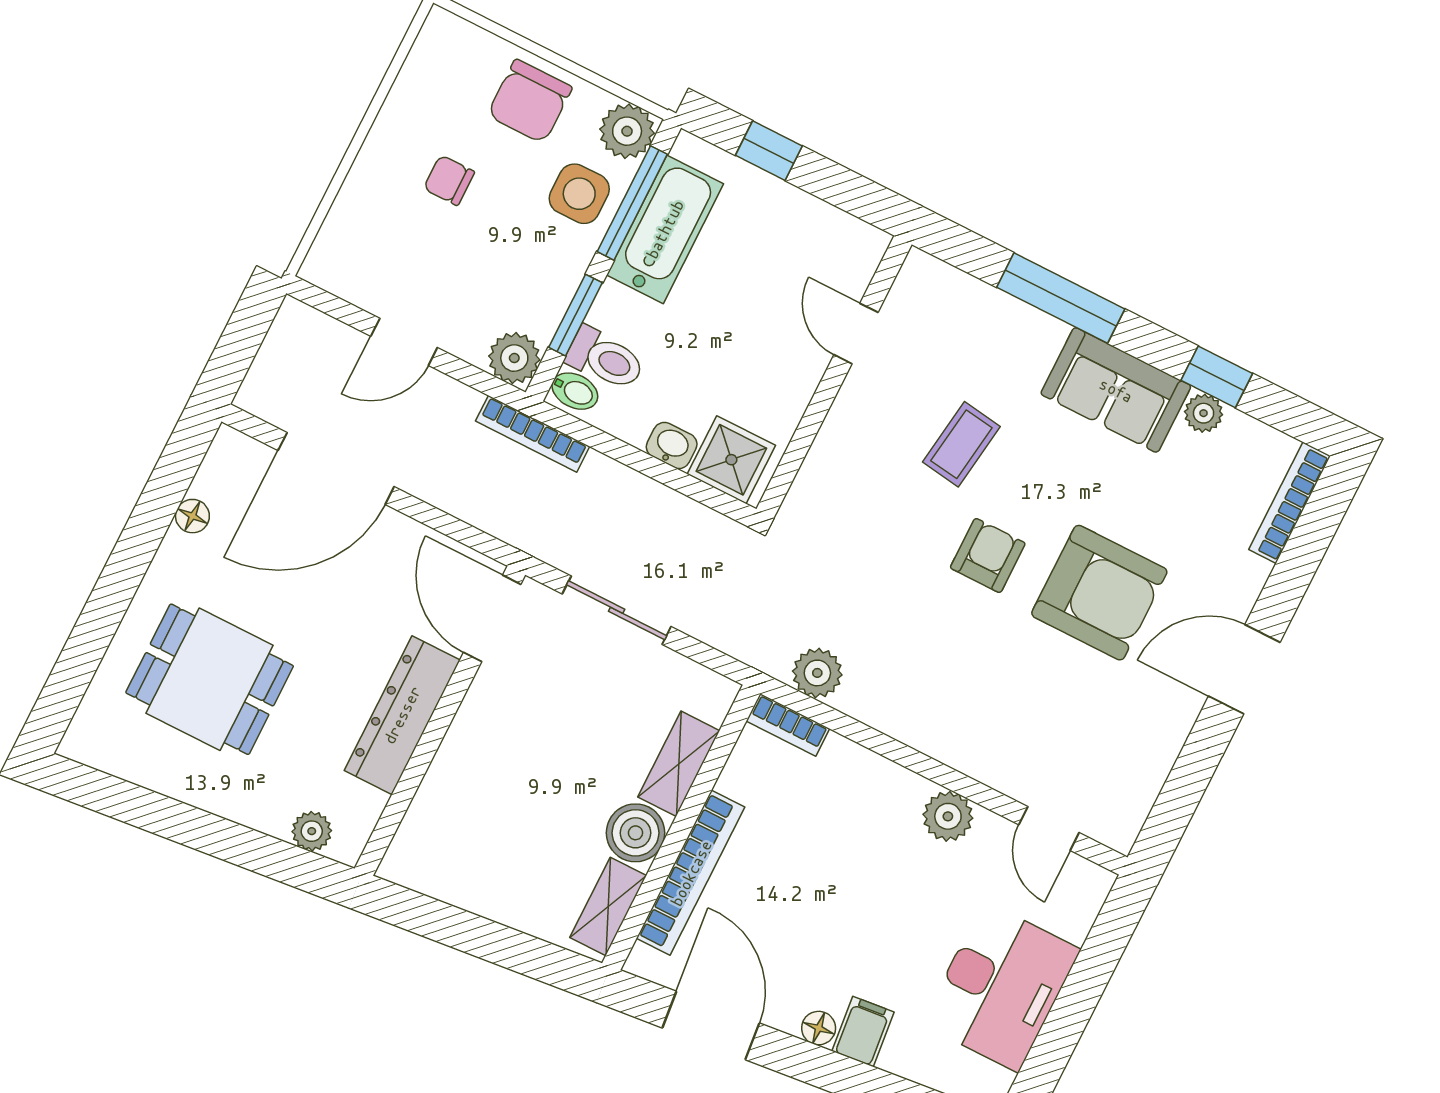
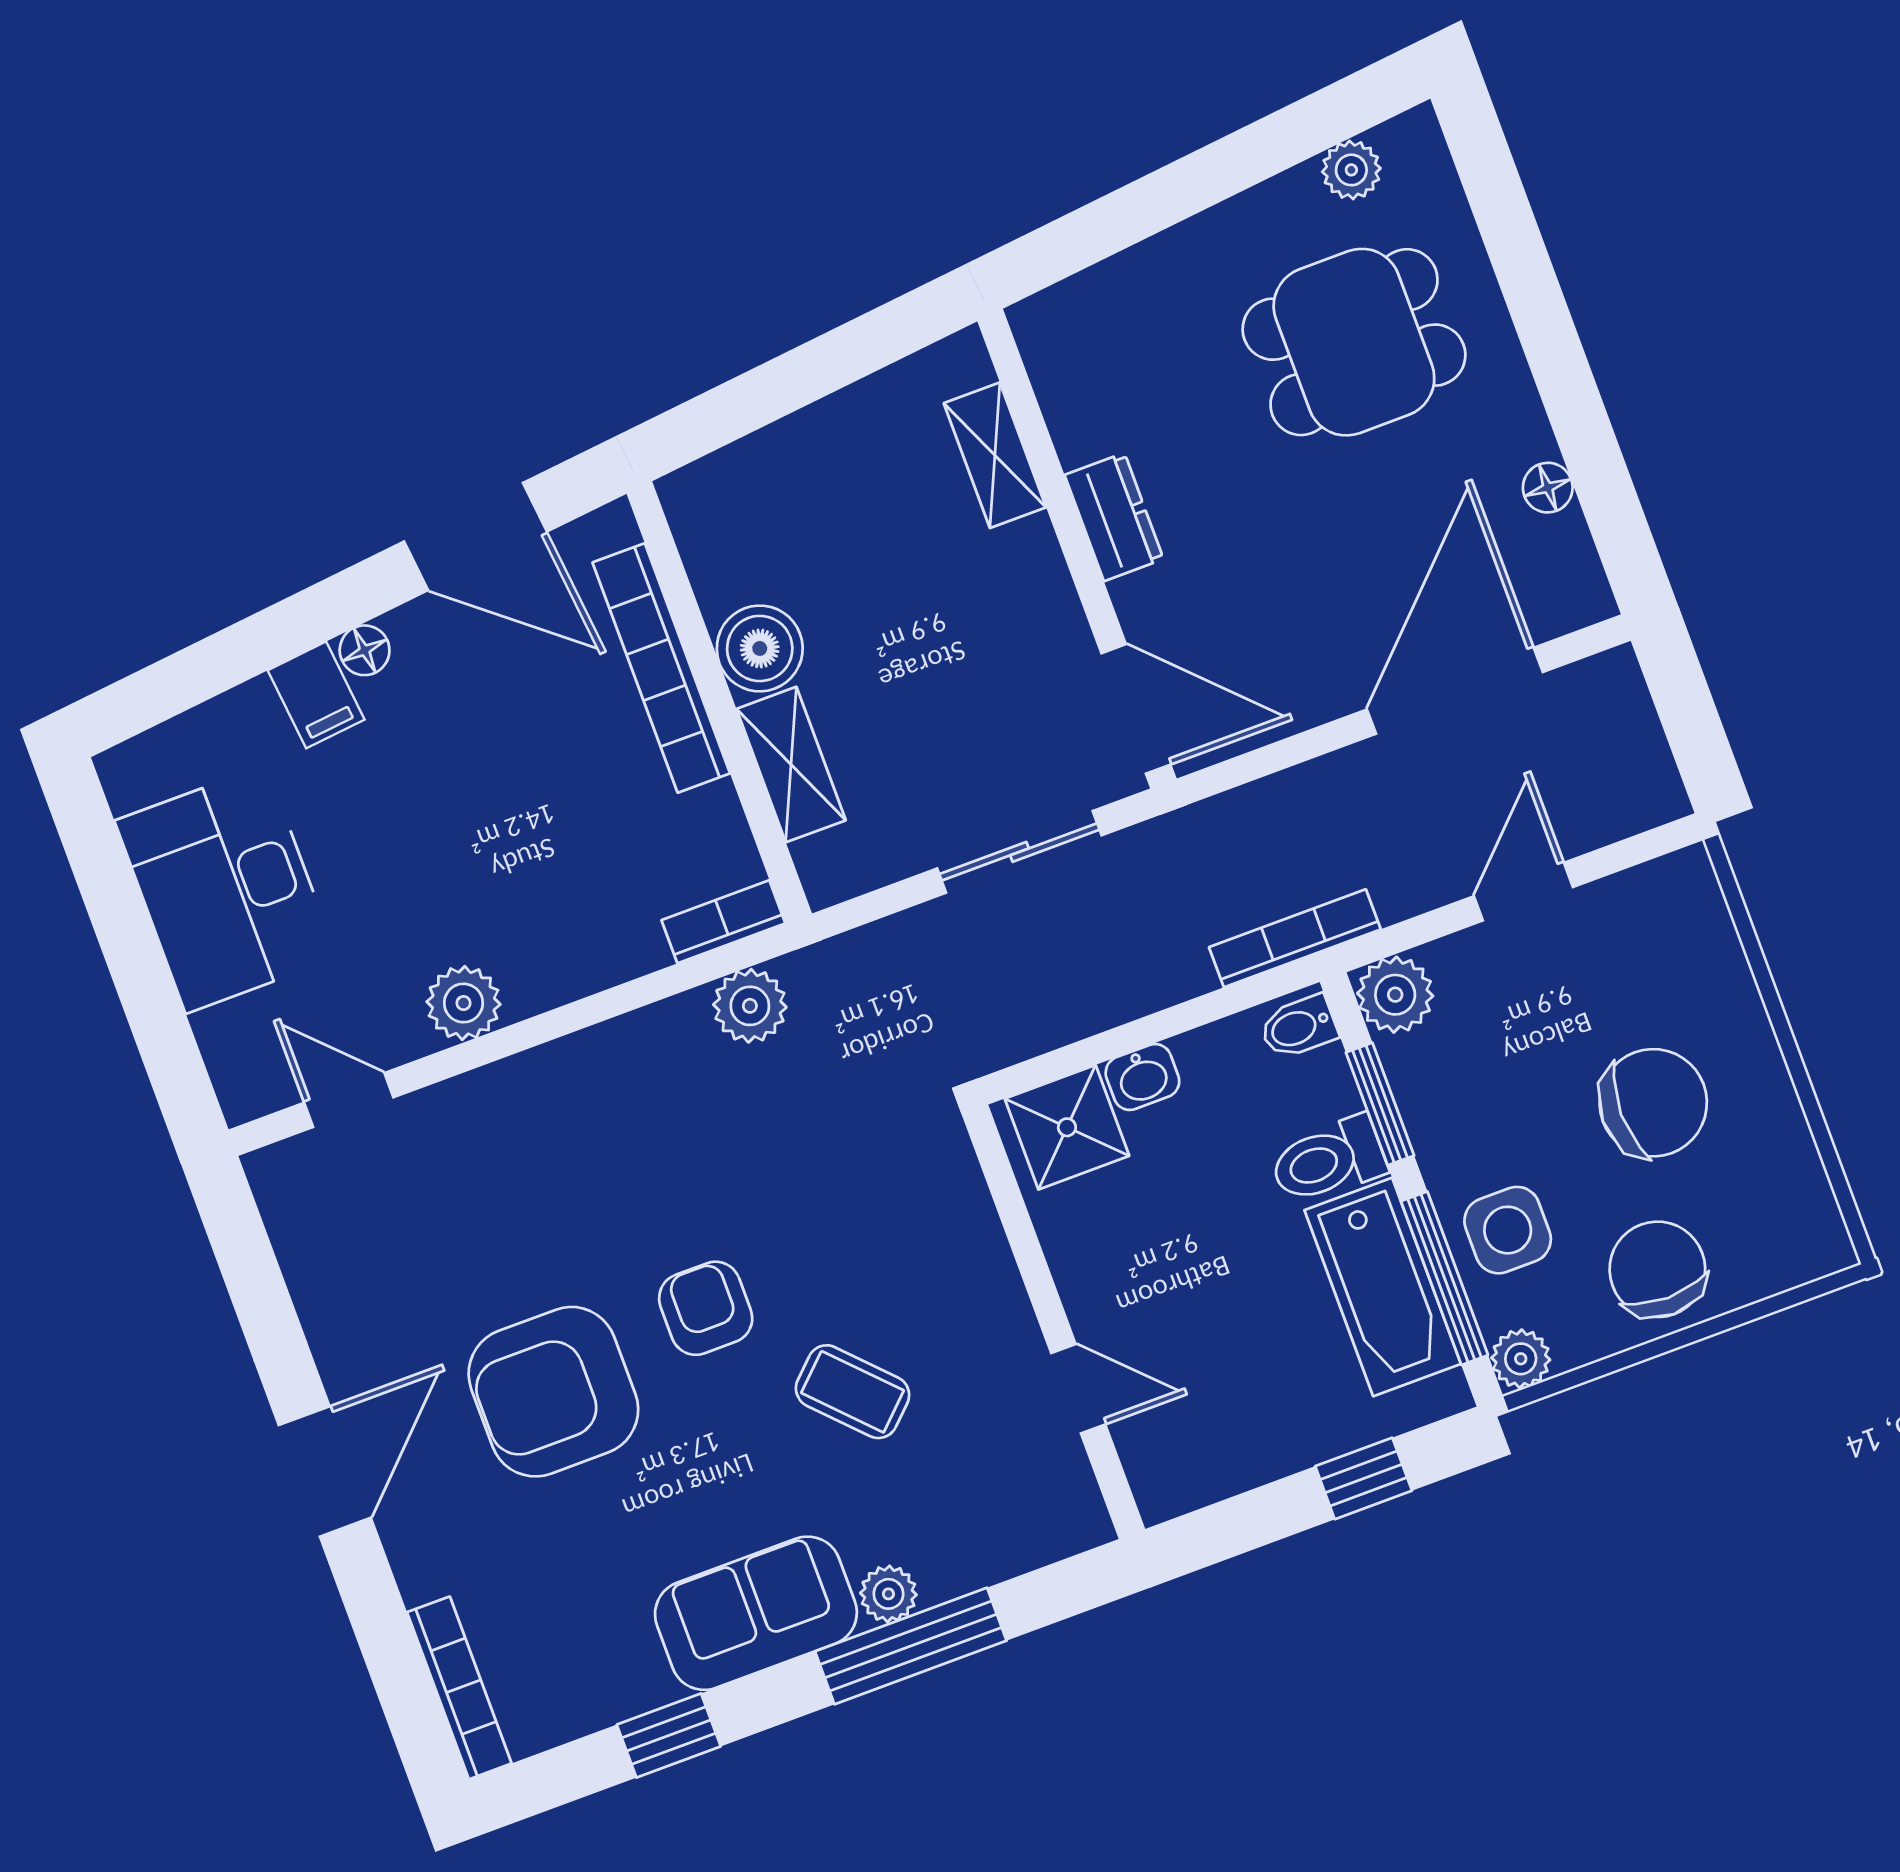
plant: (627, 131) -> (1521, 1359), width x0.73, depth x0.73
chair: (449, 180) -> (1653, 1103), width x1.87, depth x1.87
toilet: (605, 359) -> (1328, 1160), moved
plant: (1204, 413) -> (888, 1594), moved
coffee table: (961, 444) -> (853, 1392), turned -52
armchair: (988, 555) -> (706, 1308), turned 180
dresser: (402, 715) -> (1114, 517), width x0.51, depth x0.80
plant: (312, 831) -> (1351, 170), moved
shelving: (608, 906) -> (995, 455), moved

